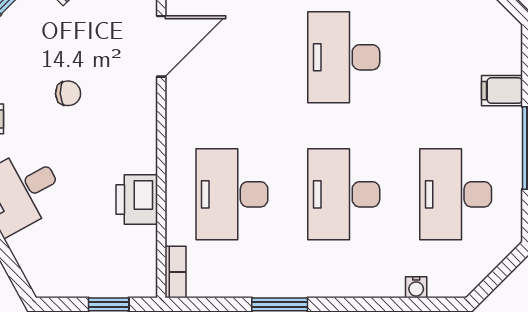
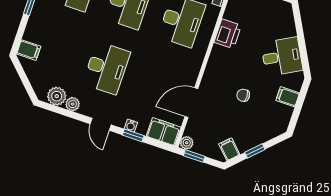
filing cabinet: (502, 91) -> (29, 50), moved

